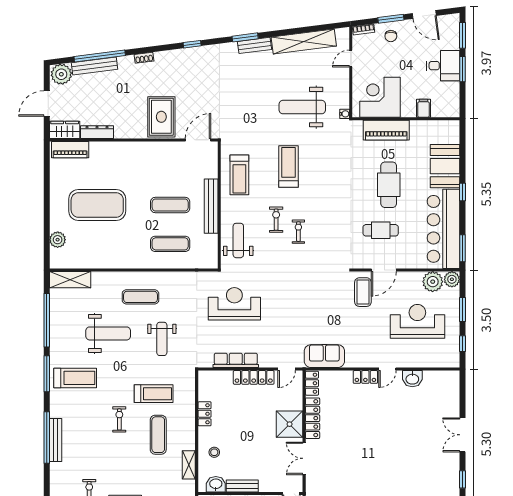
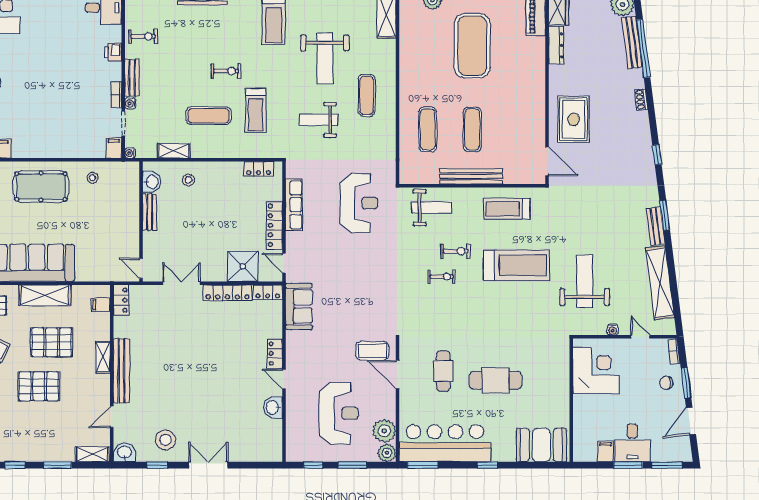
filing cabinet: (424, 108) -> (606, 451), moved, turned -90
water cooler: (345, 114) -> (613, 330), moved
rug: (161, 117) -> (574, 119), turned 90
piano: (386, 130) -> (558, 377), removed
booth: (445, 166) -> (541, 445), moved
treadmill: (288, 167) -> (516, 265), width x1.37, depth x1.38
locker: (205, 414) -> (259, 169), moved
shower: (290, 424) -> (243, 266), moved
stool: (441, 472) -> (165, 440), added

